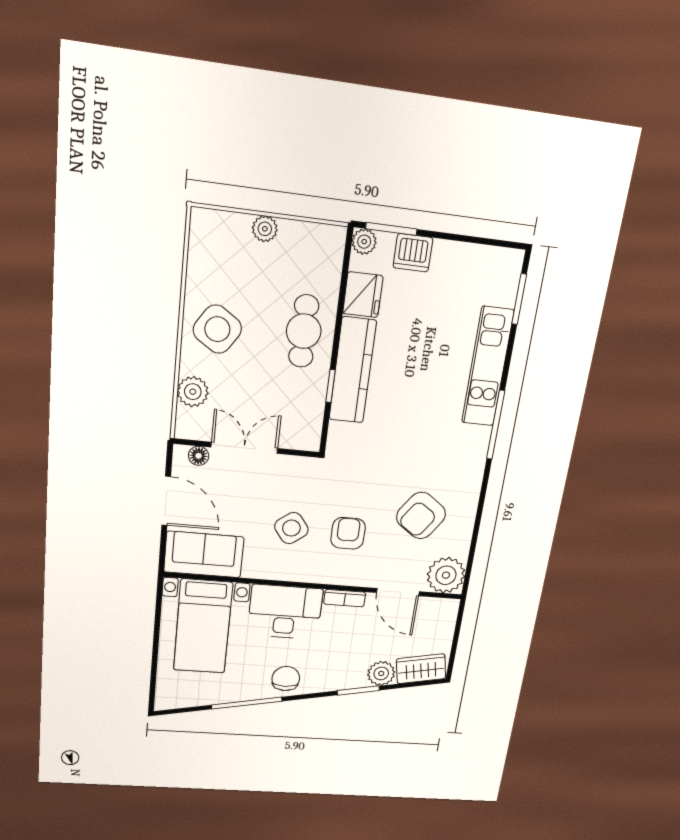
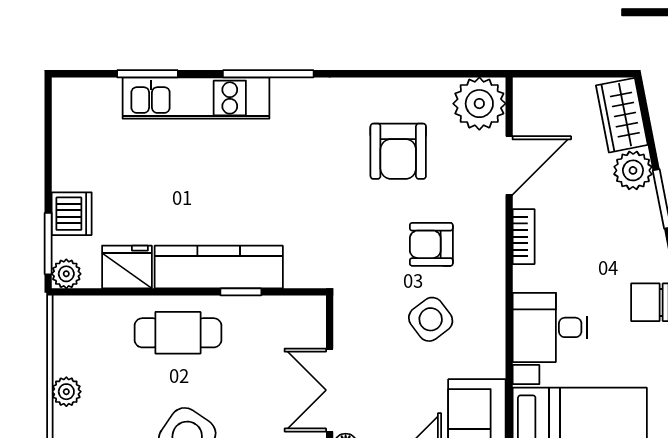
window: (519, 299) -> (147, 74), moved
armchair: (421, 516) -> (398, 151), turned 55
desk: (285, 612) -> (550, 327), width x0.73

